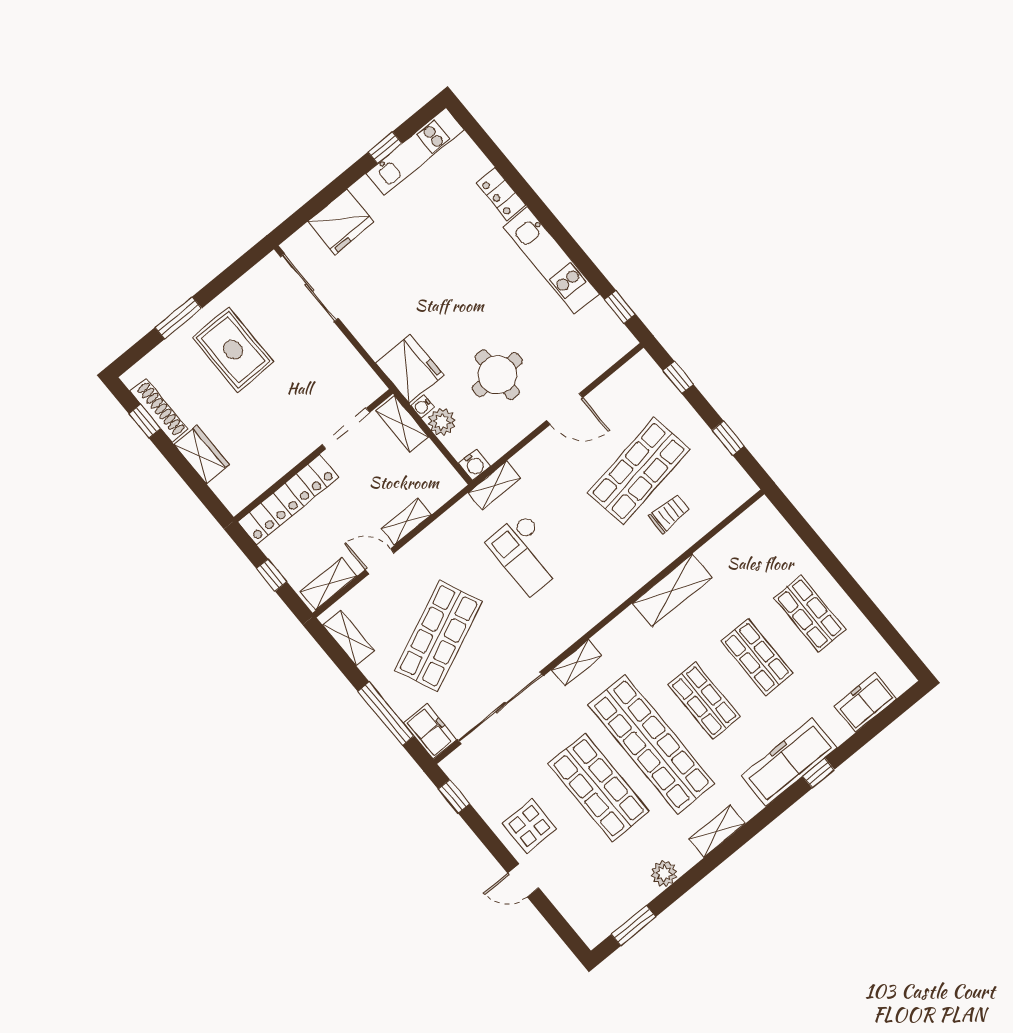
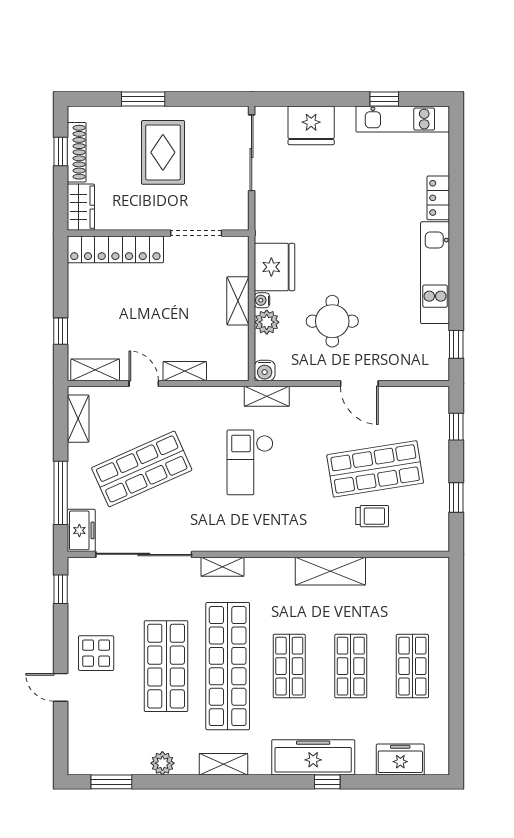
doorway: (346, 428) -> (196, 233), moved
wall: (313, 455) -> (158, 233), moved
locker: (288, 500) -> (115, 249), moved

